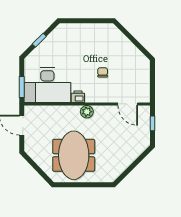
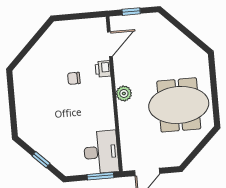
desk: (47, 85) -> (101, 152), width x0.73, depth x0.77
printer: (78, 97) -> (103, 69), moved

